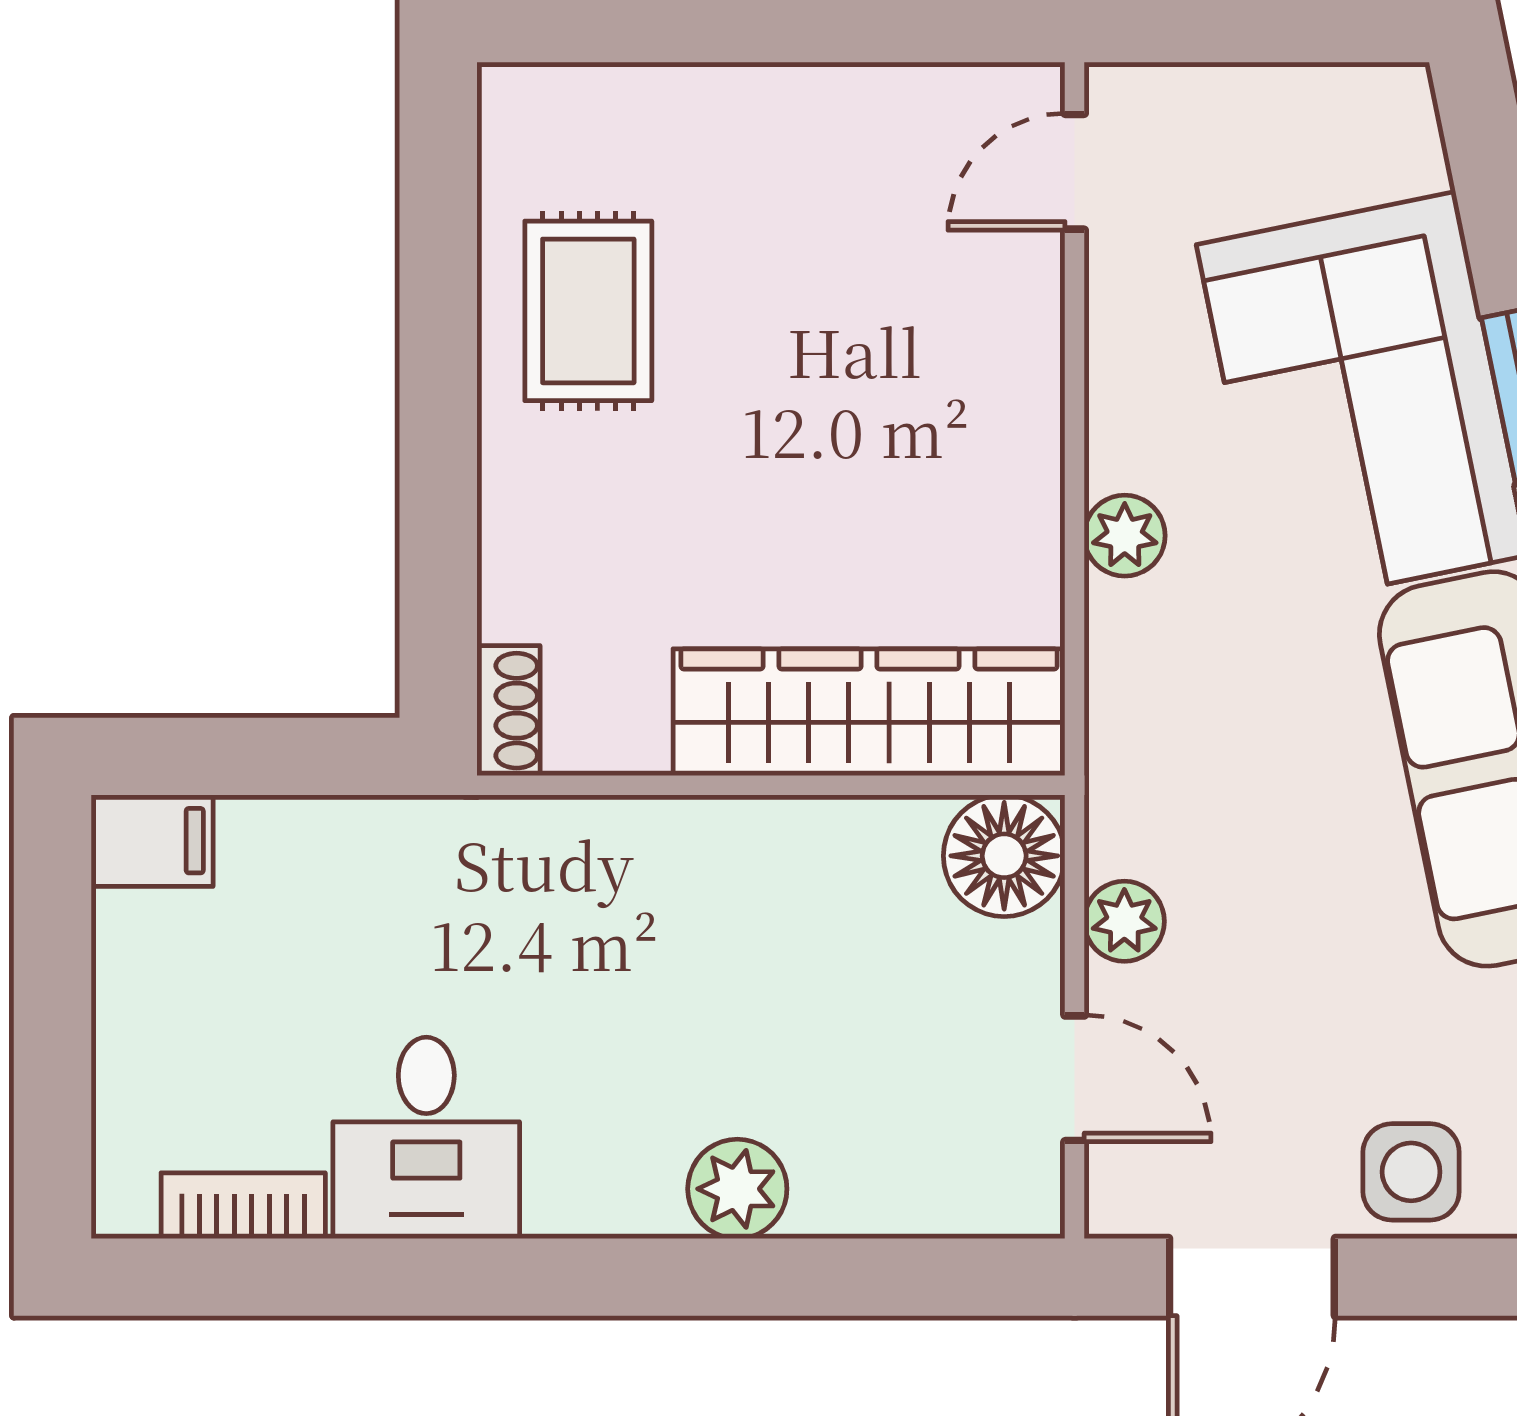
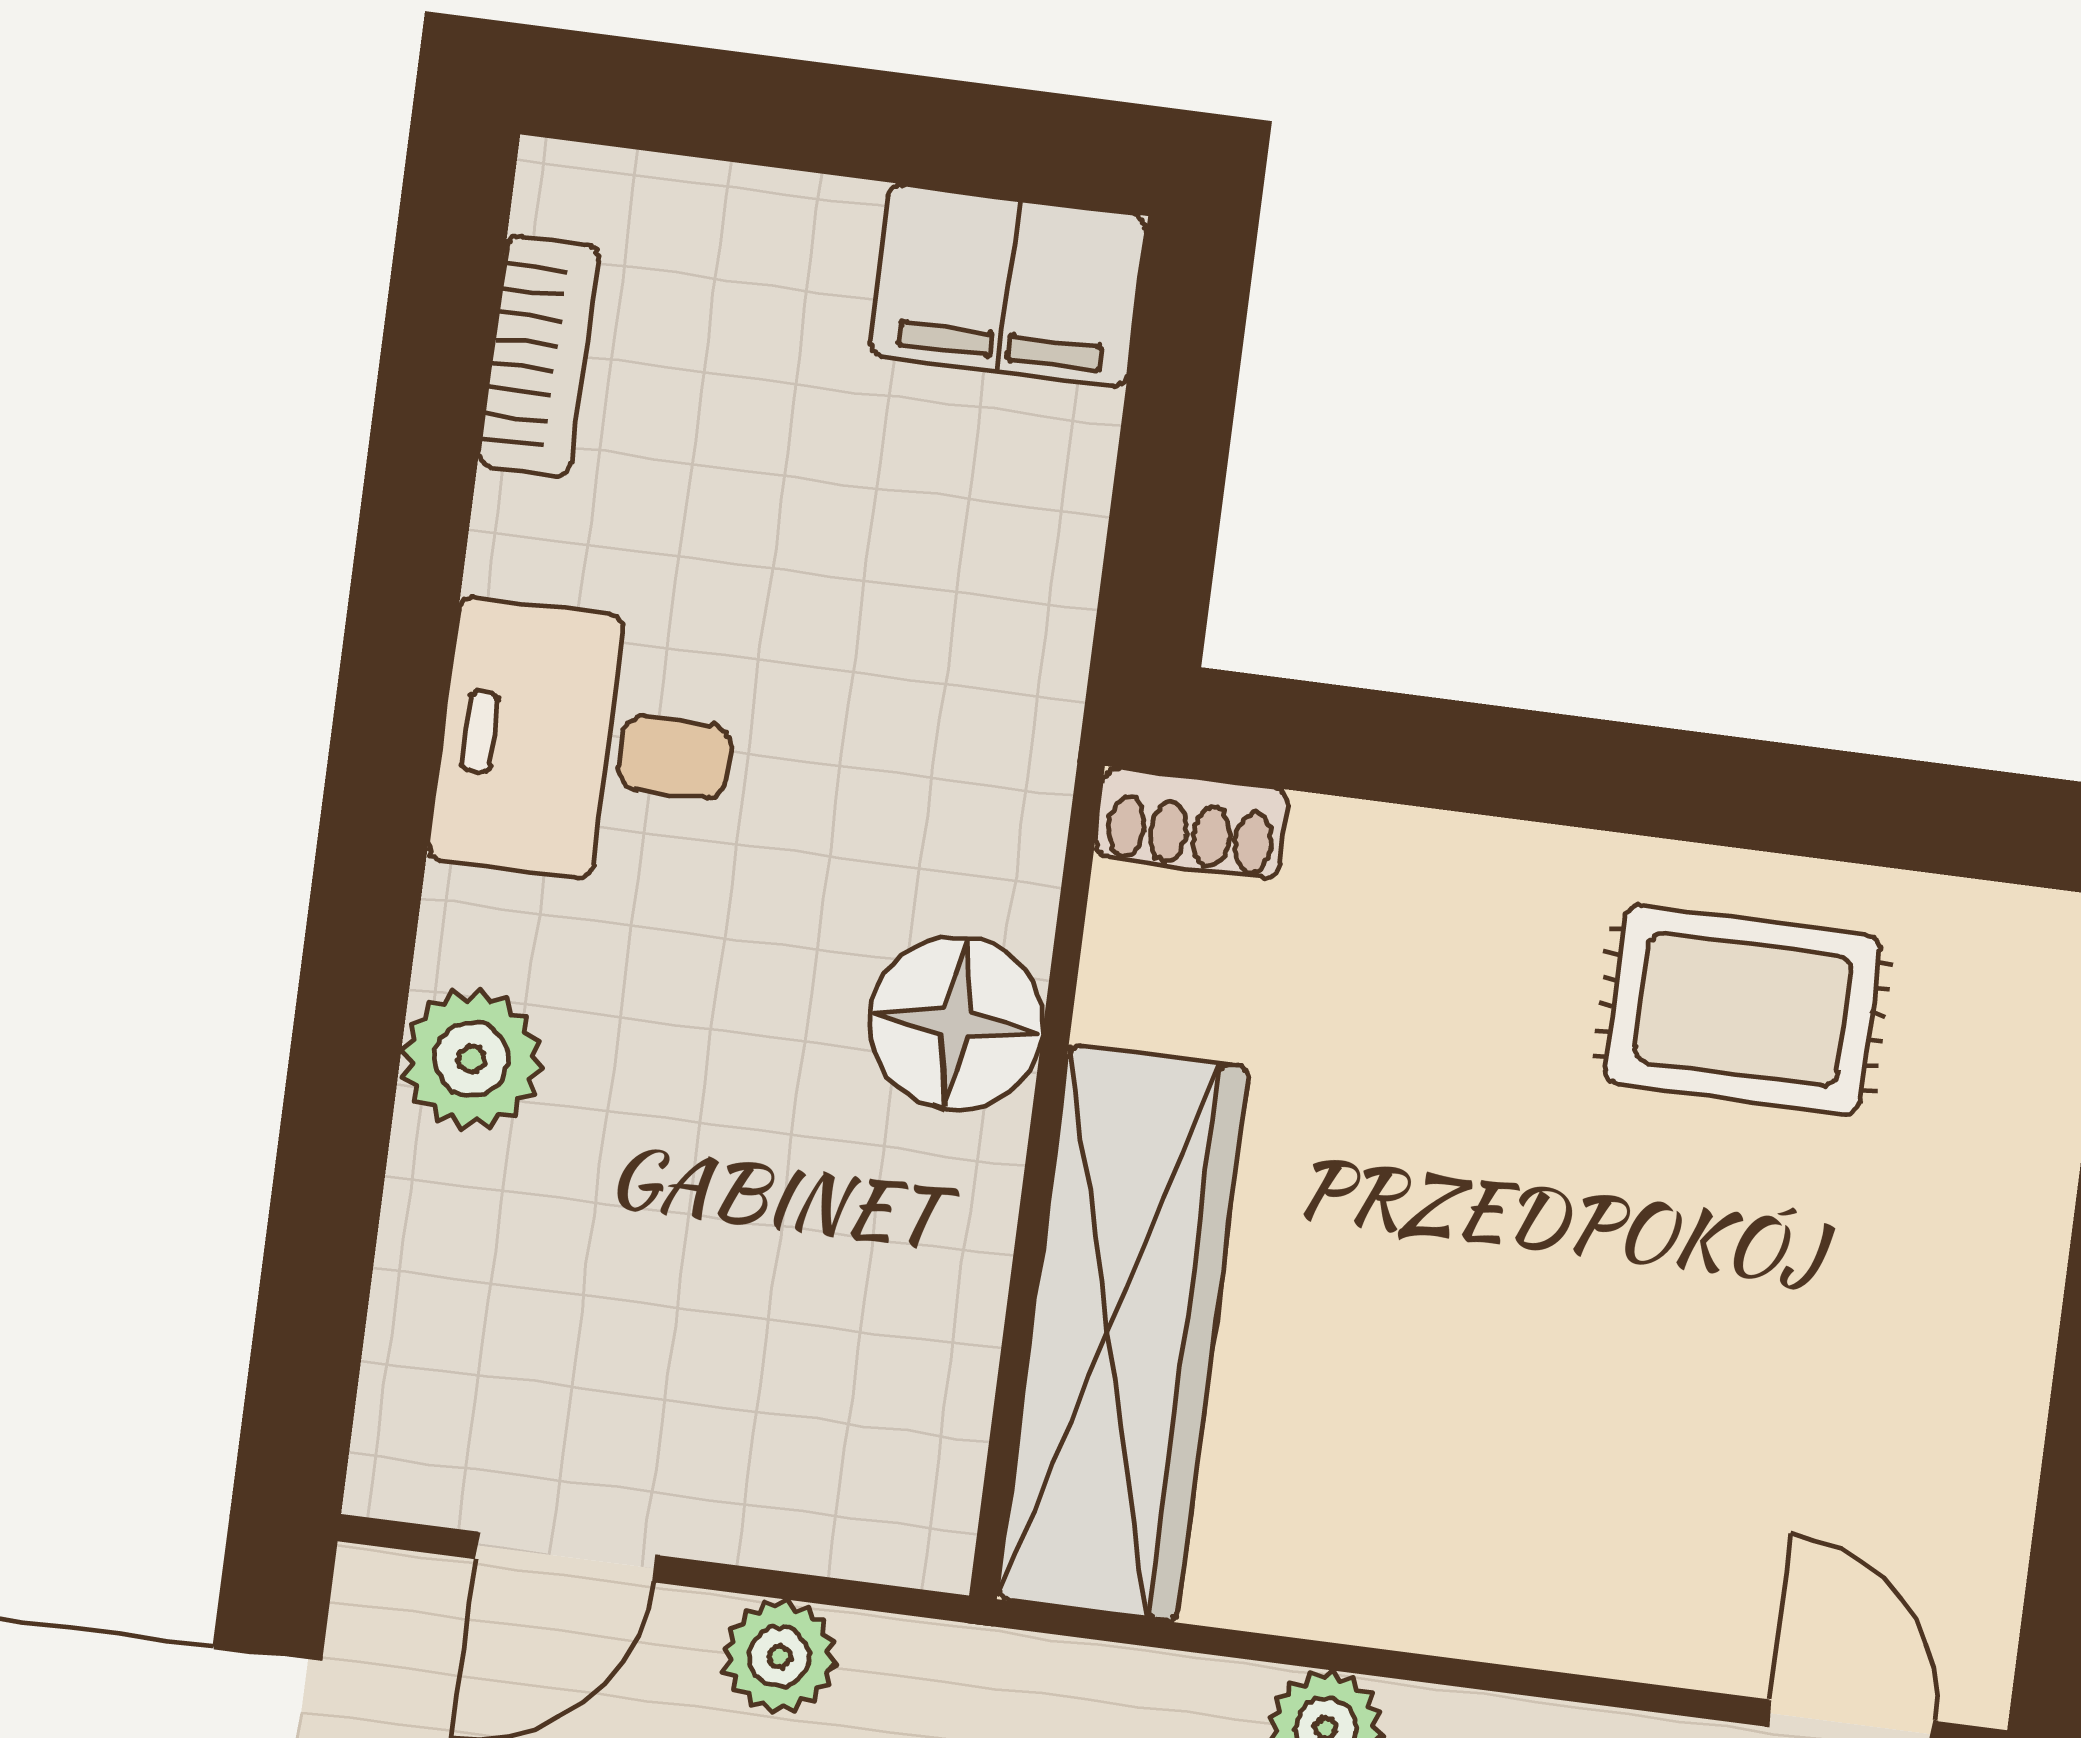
filing cabinet: (152, 841) -> (1008, 286), width x2.00
floor lamp: (1004, 856) -> (956, 1023), moved
desk: (426, 1138) -> (586, 745), moved

